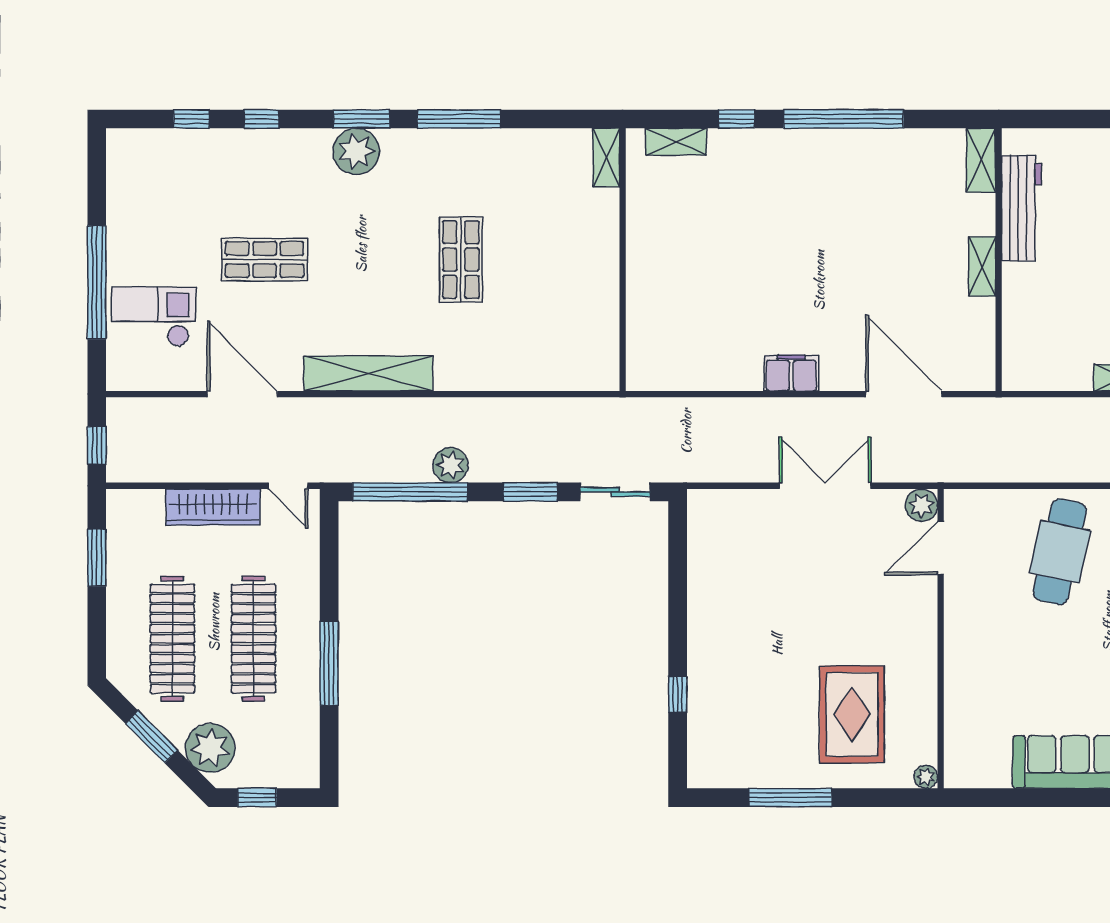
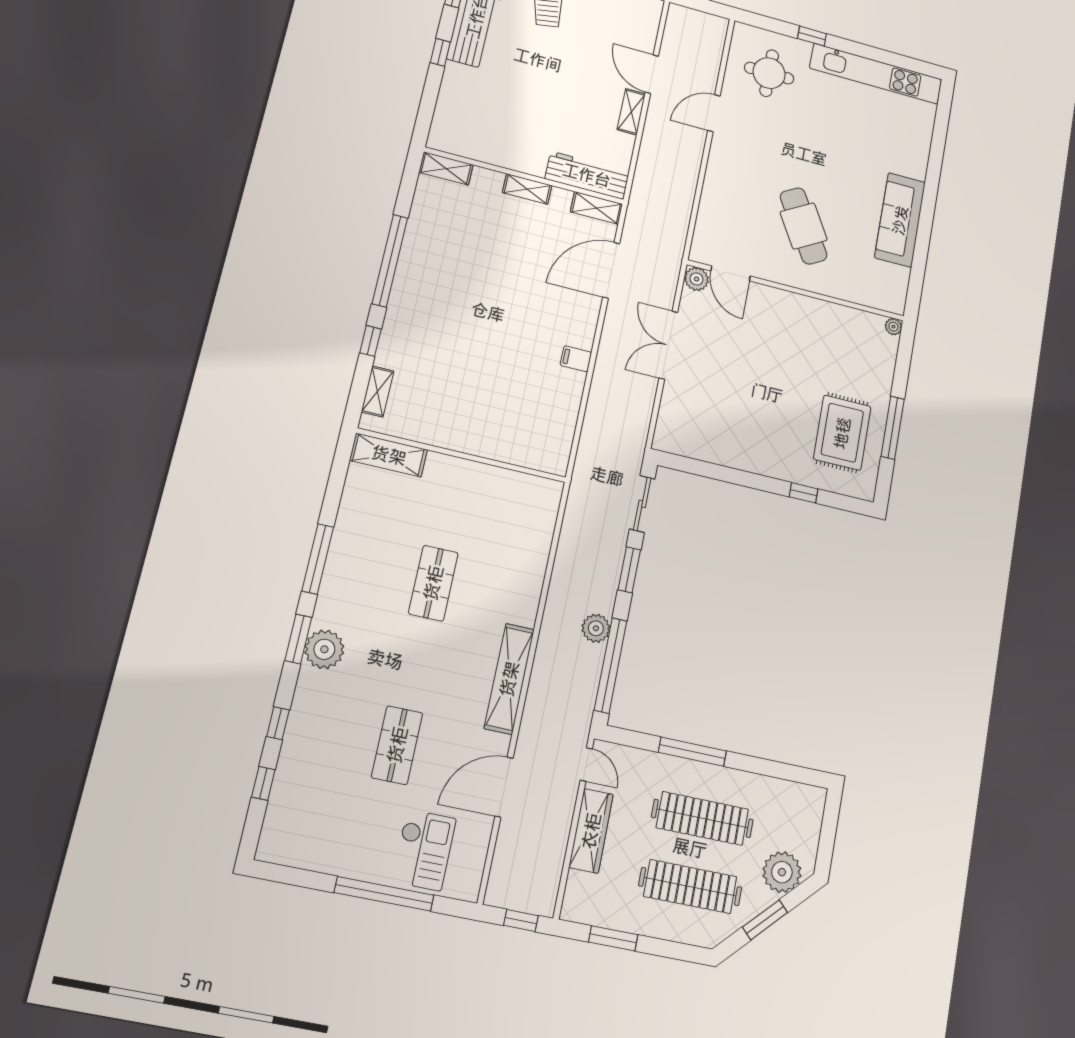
shelving: (606, 158) -> (389, 455), width x1.50, depth x1.33
workbench: (1022, 208) -> (587, 175), moved
shop shelf: (461, 260) -> (433, 583), turned 90
checkout: (153, 317) -> (424, 850), turned 180
shelving: (981, 359) -> (596, 208), added
filing cabinet: (791, 373) -> (576, 359), width x0.50
door: (288, 486) -> (586, 764), hinge flipped
cafe table: (1060, 552) -> (804, 226), moved, turned 48
window: (329, 663) -> (692, 752), moved
rug: (852, 714) -> (842, 433), moved, turned 90
window: (257, 798) -> (827, 841), removed

